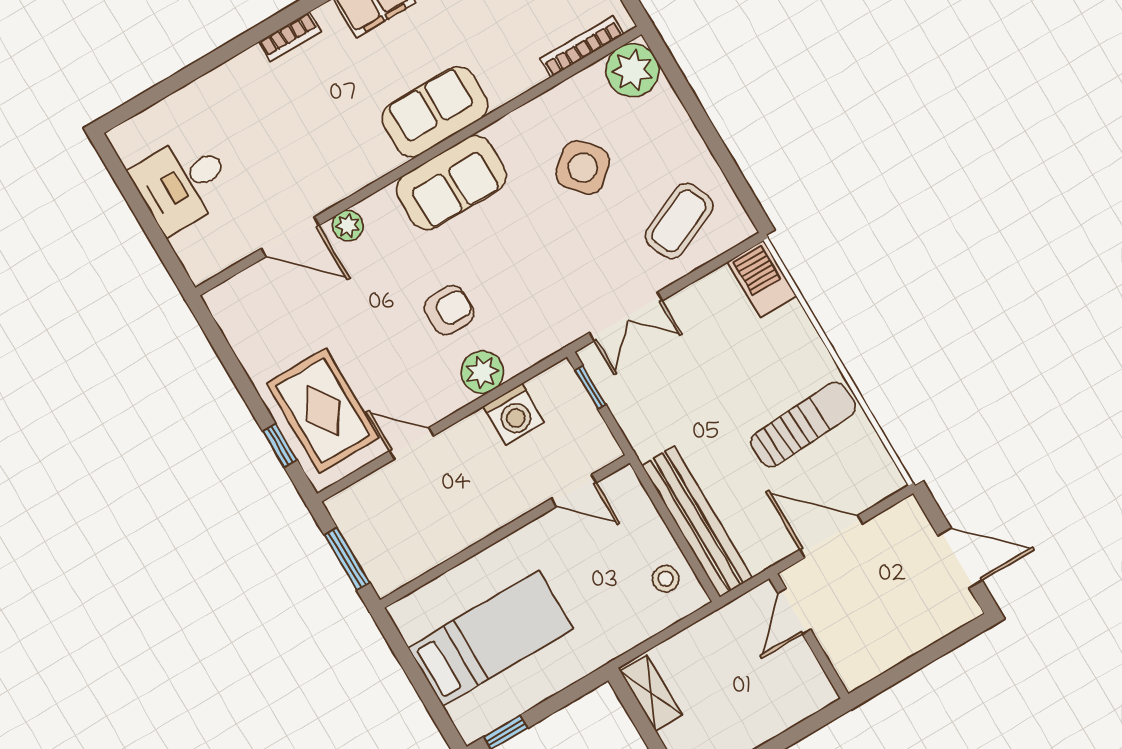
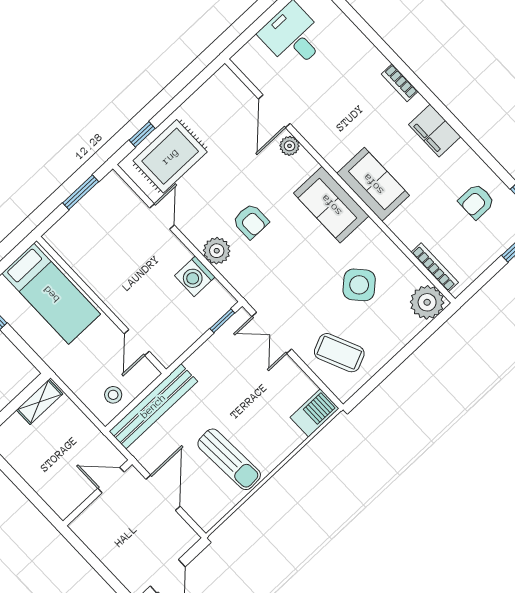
door: (574, 491) -> (137, 342), moved
wall: (505, 531) -> (101, 305), moved

